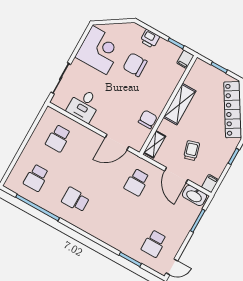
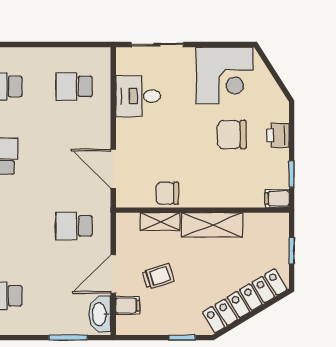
chair: (135, 65) -> (232, 135), turned -90
chair: (148, 119) -> (167, 193), turned 180
shelving: (155, 144) -> (160, 222), moved
filing cabinet: (210, 183) -> (128, 305), moved

